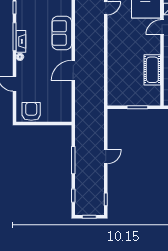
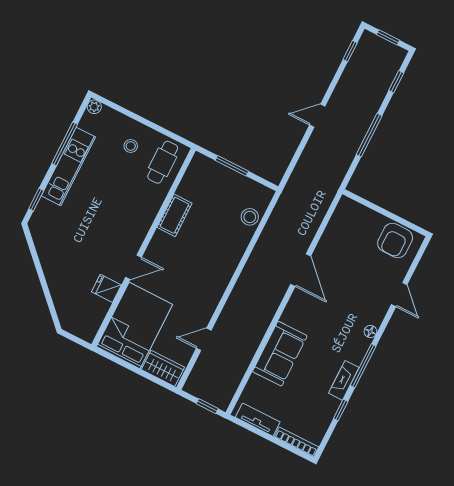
sofa: (62, 33) -> (280, 354), moved
fireplace: (21, 41) -> (344, 380), moved
cot: (152, 70) -> (174, 215), width x0.73, depth x0.75
door: (73, 71) -> (301, 270), hinge flipped
stool: (114, 85) -> (250, 217), added

